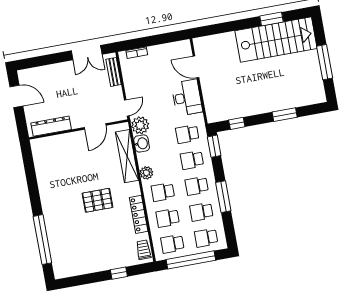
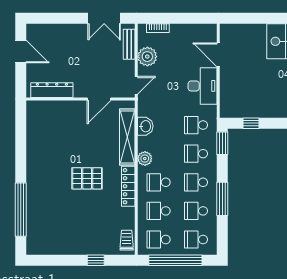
plant: (140, 125) -> (147, 57), moved
locker: (139, 214) -> (128, 186), moved

